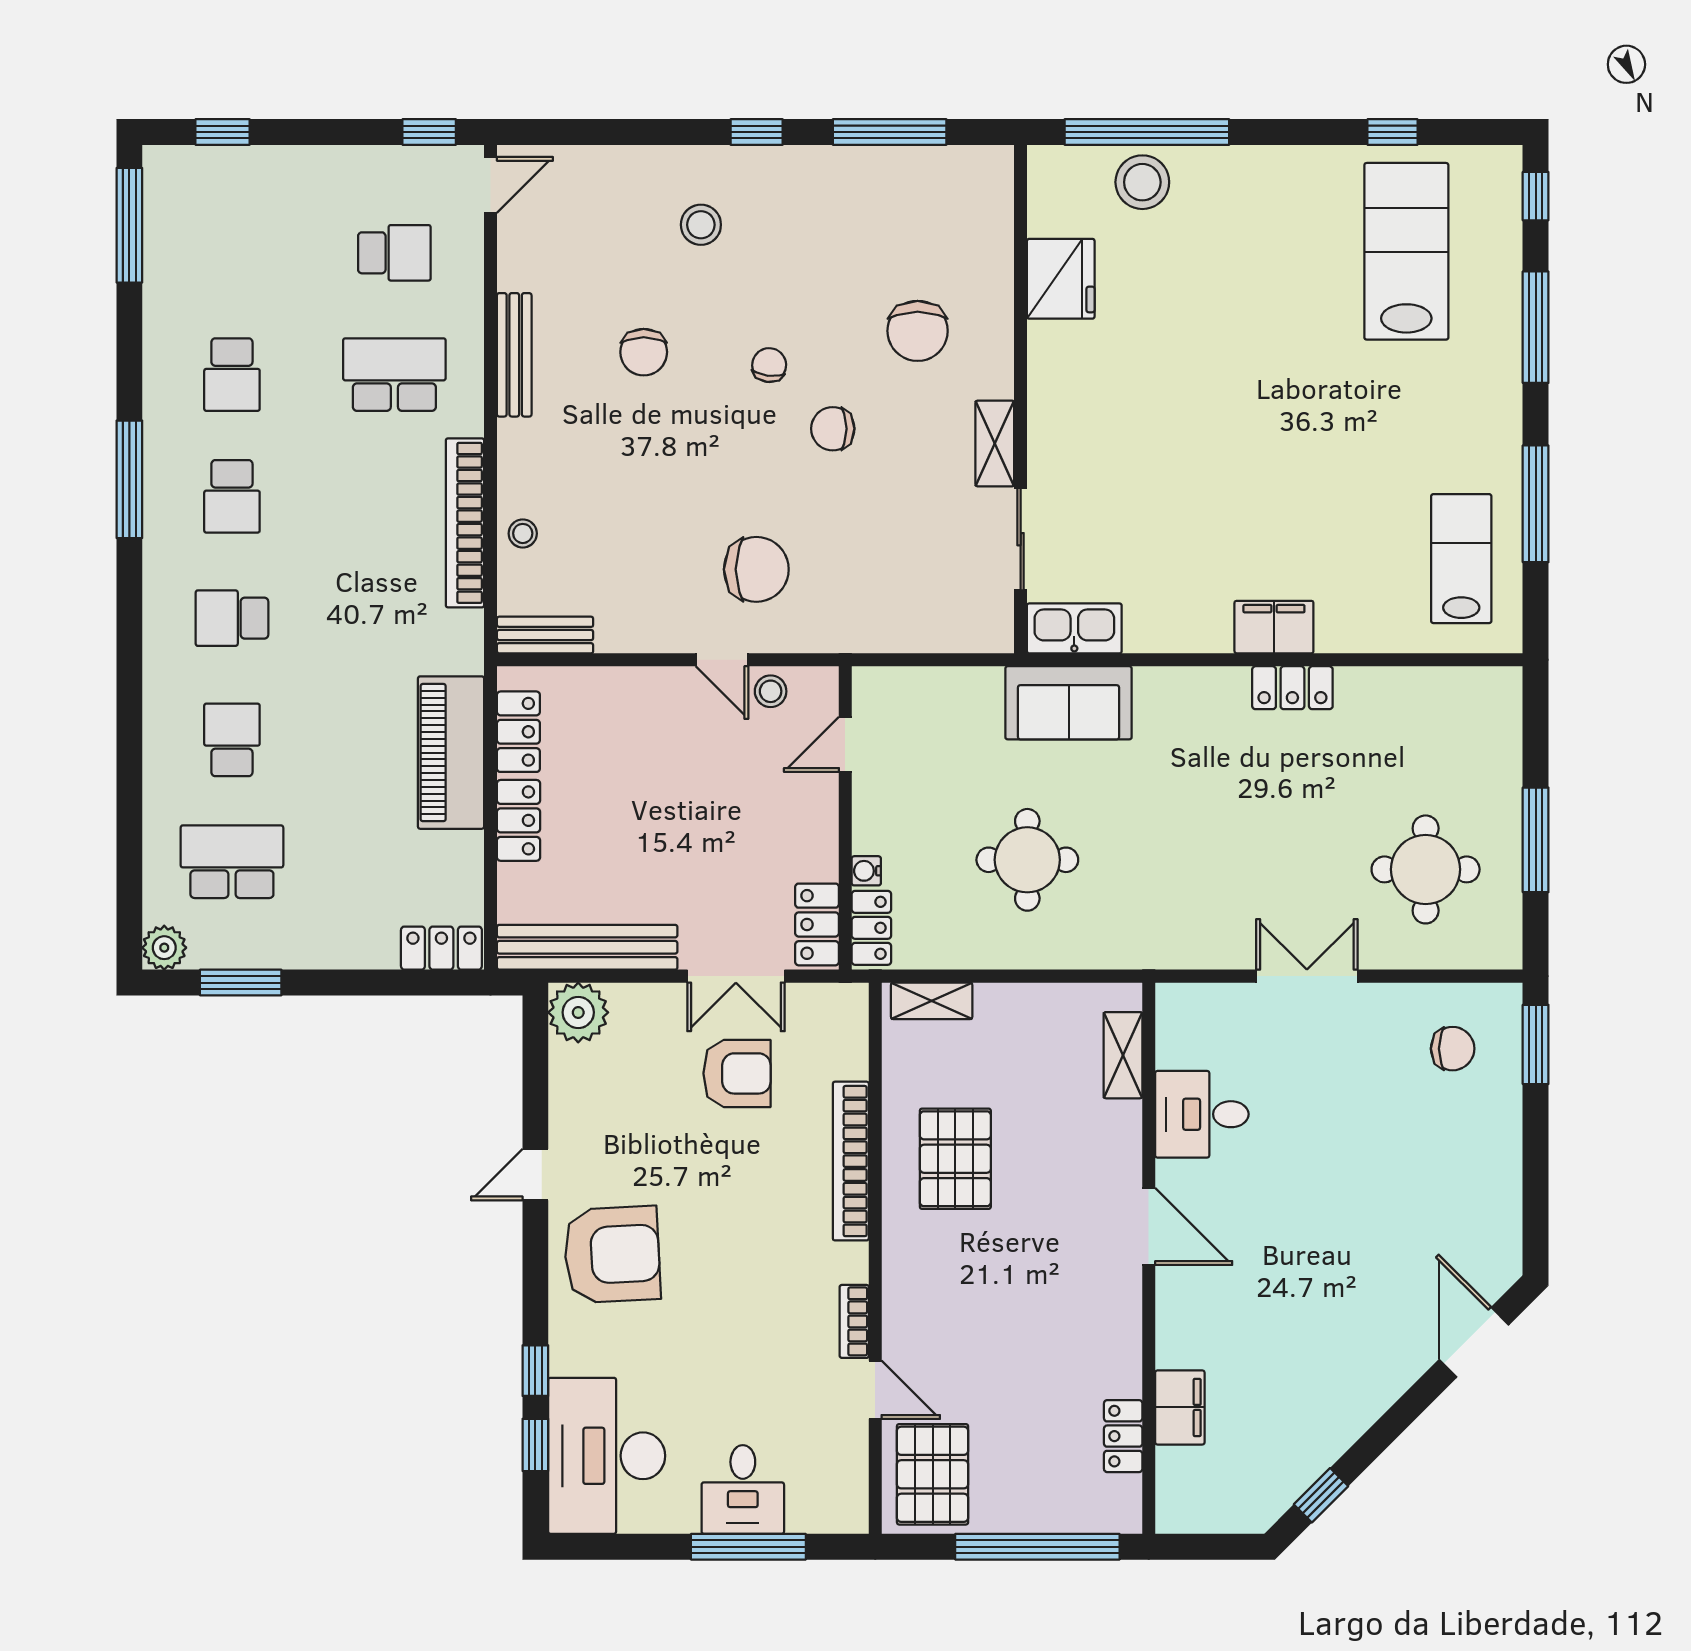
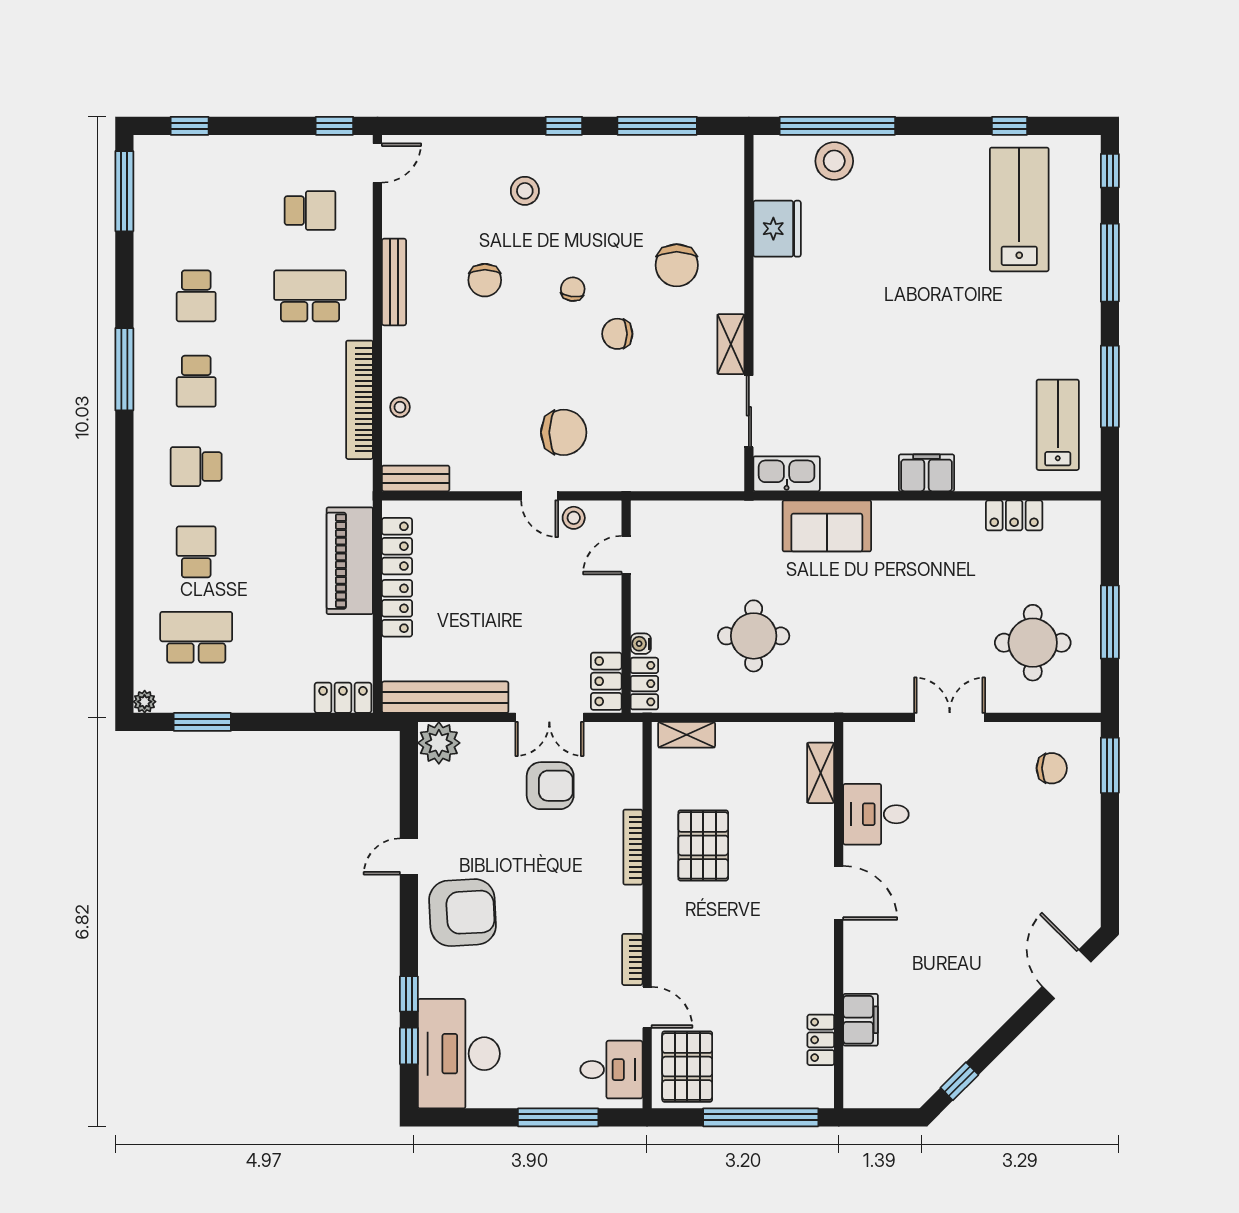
locker: (1292, 688) -> (1014, 515), moved
sofa: (1069, 703) -> (827, 526), moved
plant: (164, 948) -> (145, 702), width x0.73, depth x0.73
bookcase: (851, 1161) -> (633, 847), width x0.68, depth x0.76
desk: (743, 1489) -> (611, 1070), moved, turned -90

